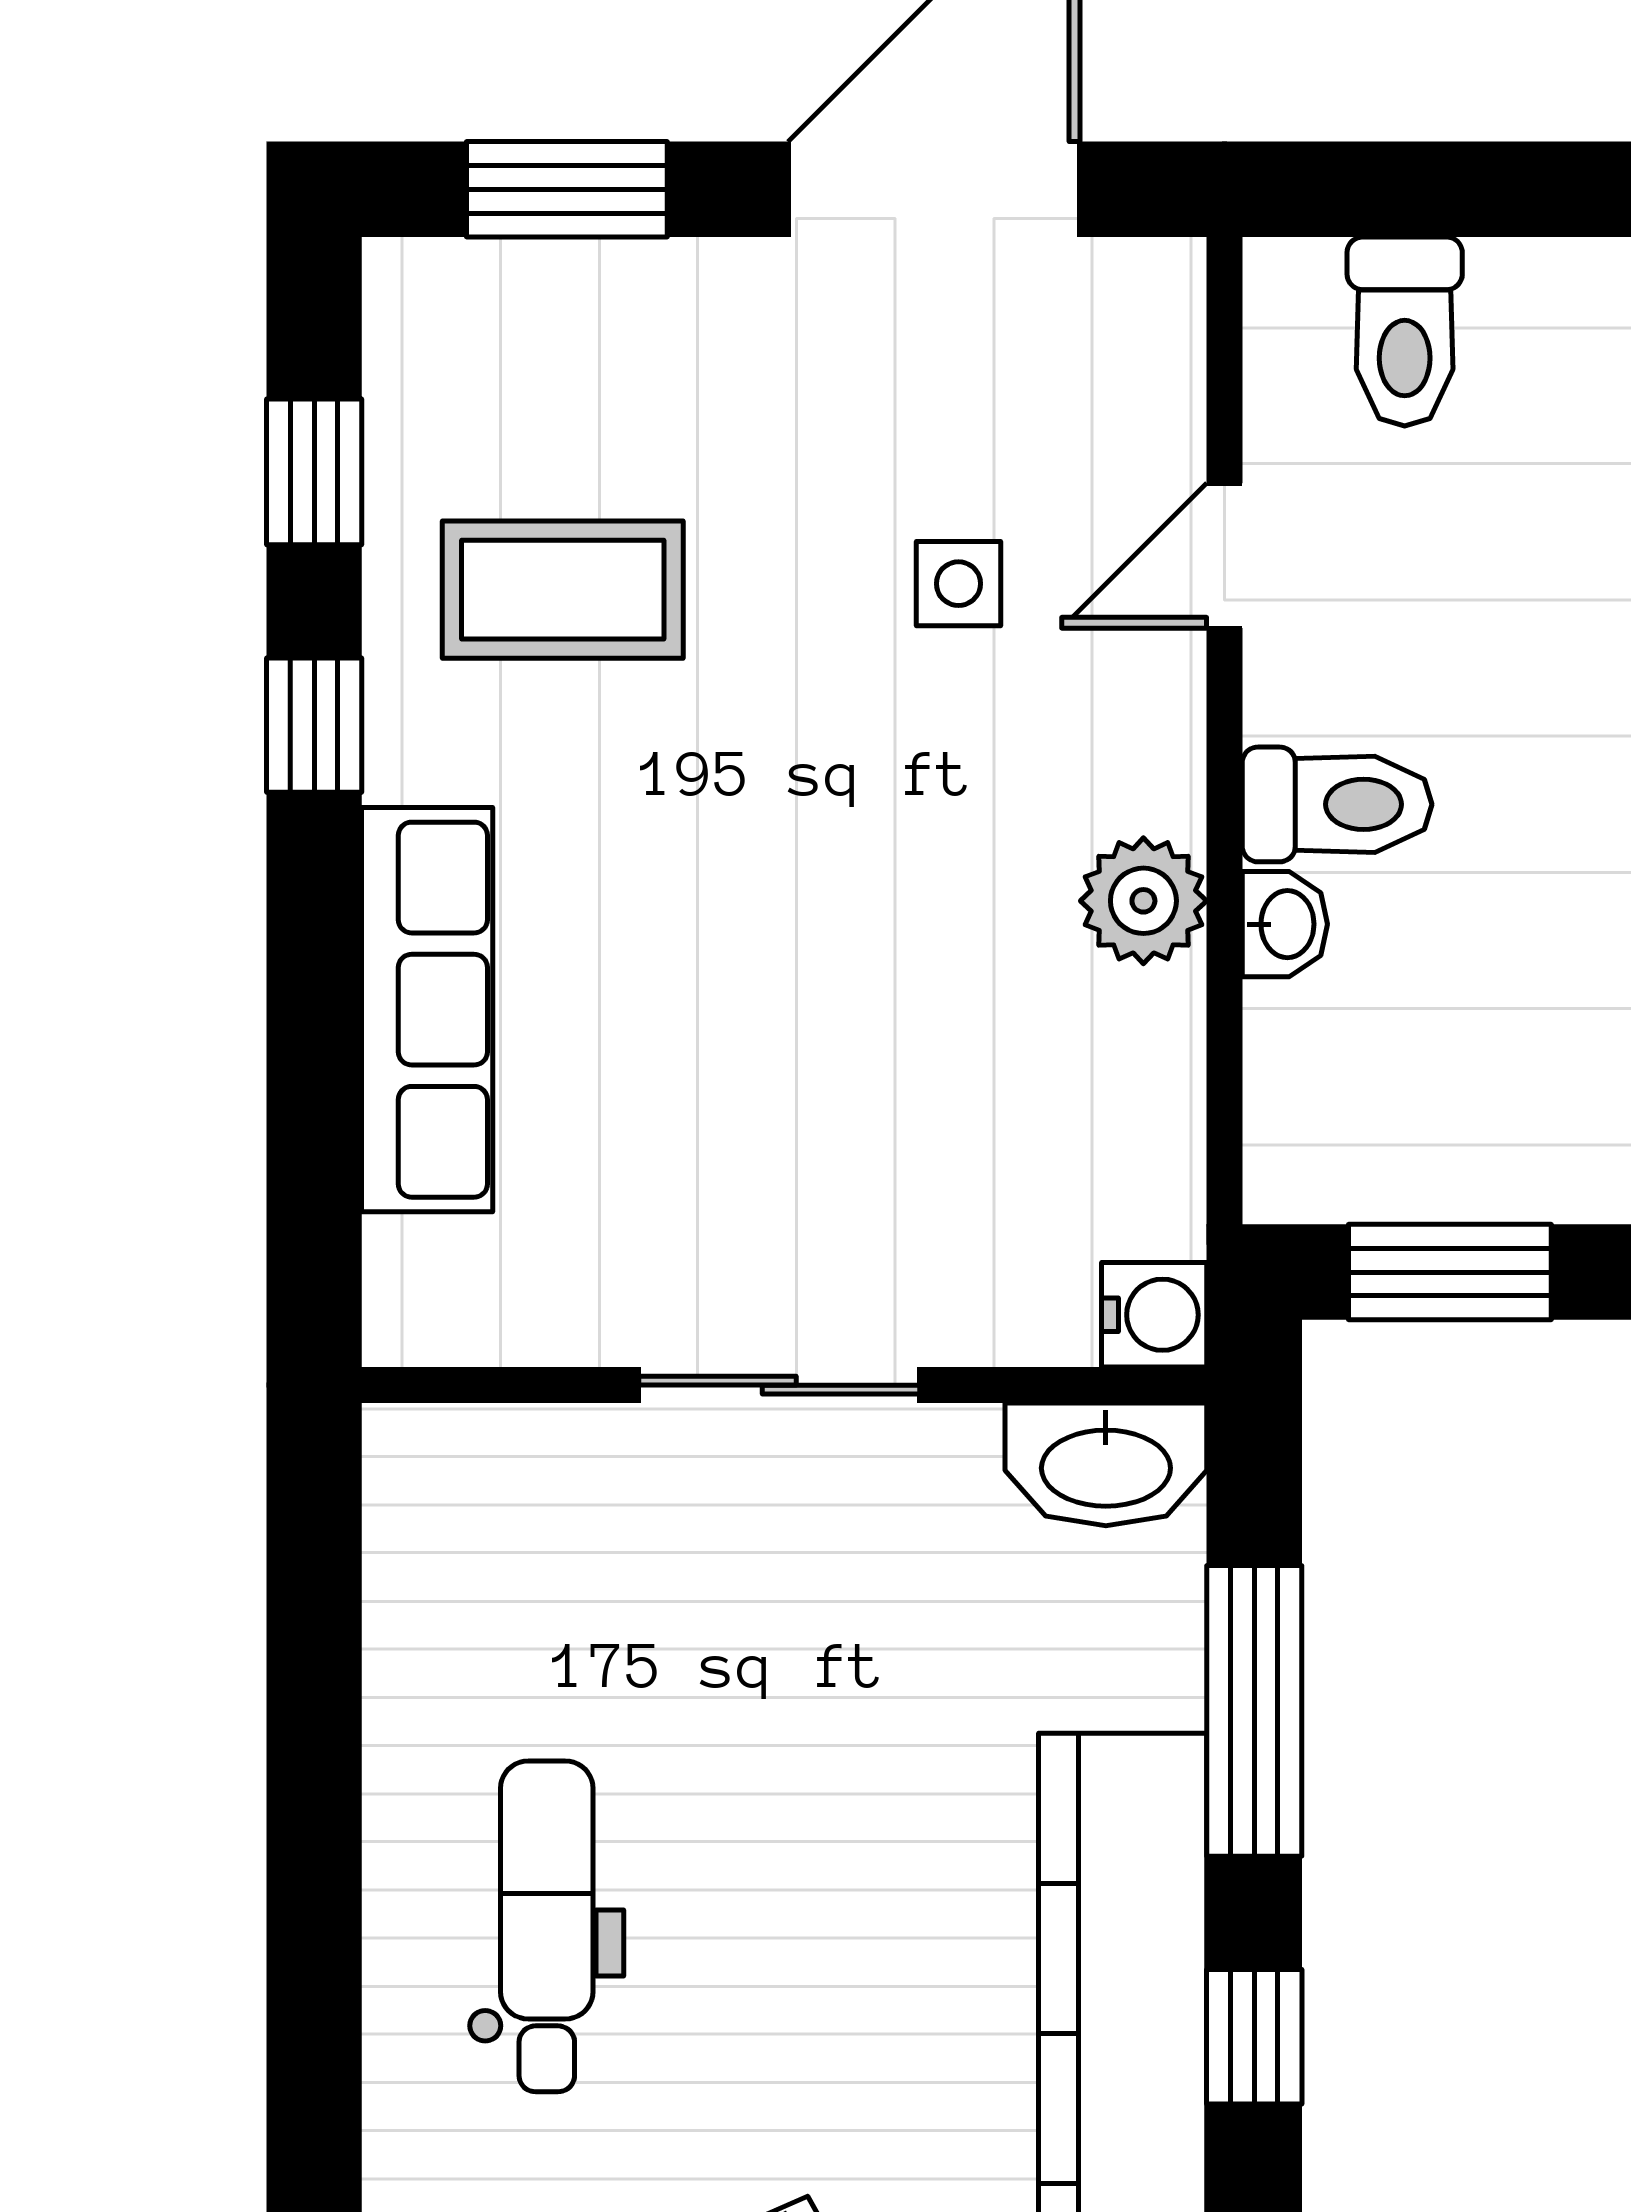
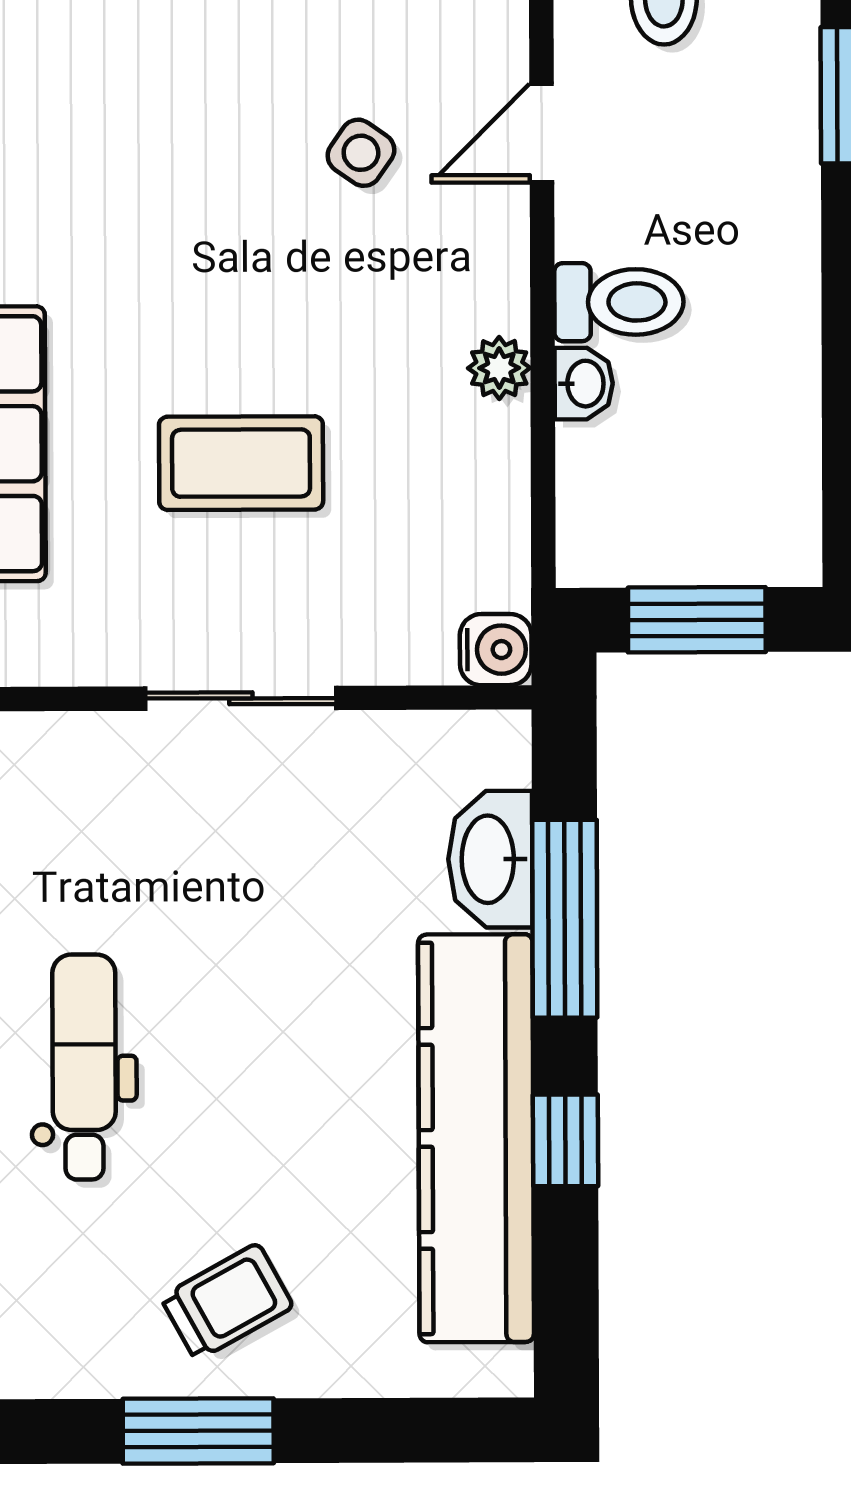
side table: (958, 584) -> (361, 153), turned 35
coffee table: (563, 590) -> (241, 463), moved
plant: (1143, 901) -> (499, 368), width x0.73, depth x0.73
washbasin: (1106, 1464) -> (490, 859), moved, turned 90

